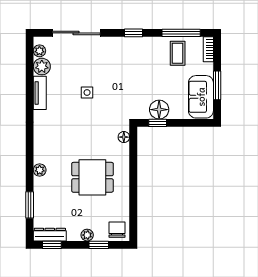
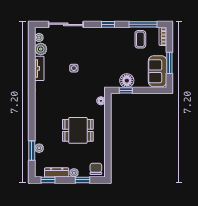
plant: (40, 170) -> (39, 148), moved
dresser: (50, 235) -> (57, 172), moved

